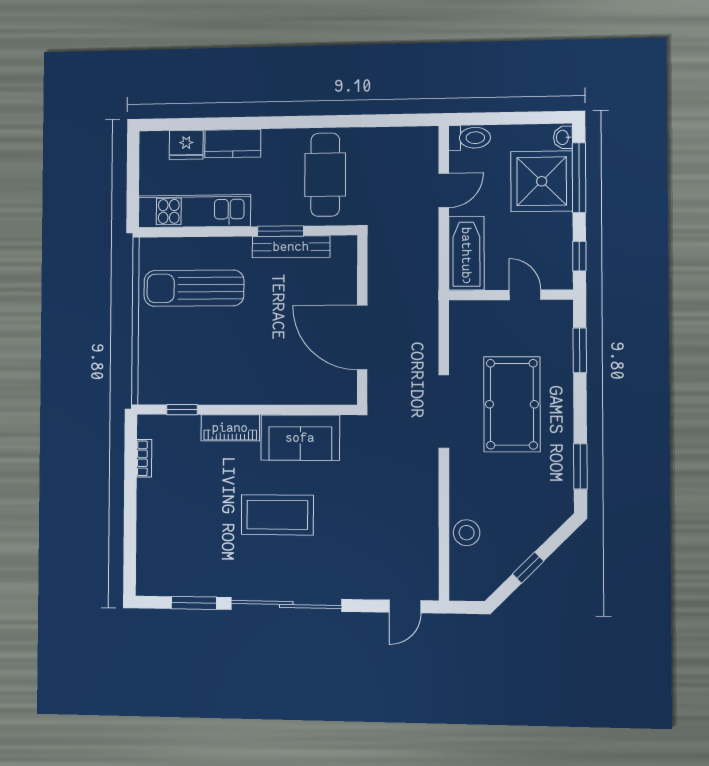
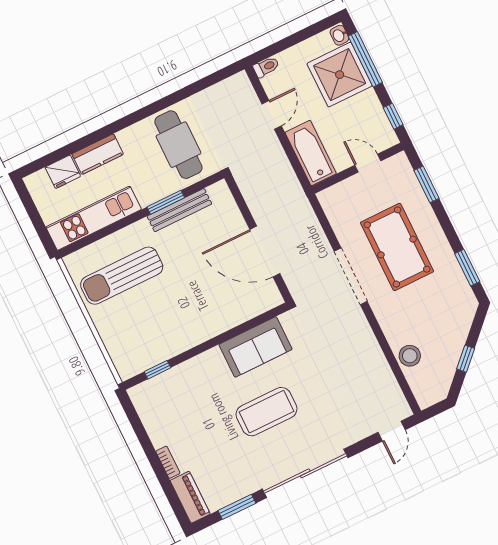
toilet: (469, 138) -> (266, 67), width x0.73, depth x0.72
piano: (230, 428) -> (190, 497), moved, turned -90
bookcase: (144, 458) -> (168, 462), moved

